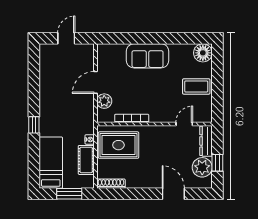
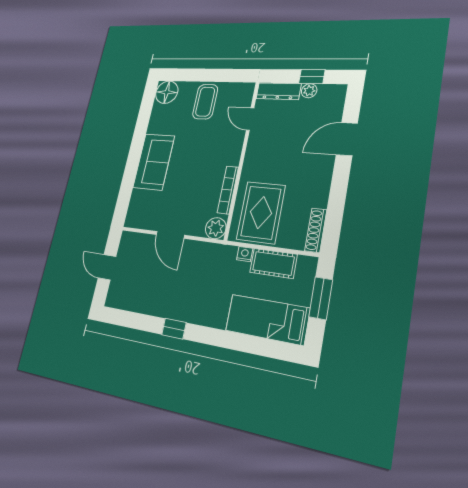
plant: (104, 101) -> (216, 228), moved
window: (34, 125) -> (174, 329), moved
plant: (202, 167) -> (309, 91), width x0.53, depth x0.53

